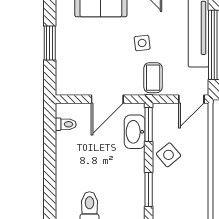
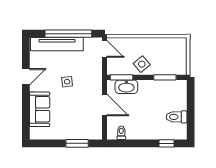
window: (50, 43) -> (77, 143), moved
coffee table: (153, 78) -> (90, 74), removed
window: (50, 192) -> (167, 143), added

